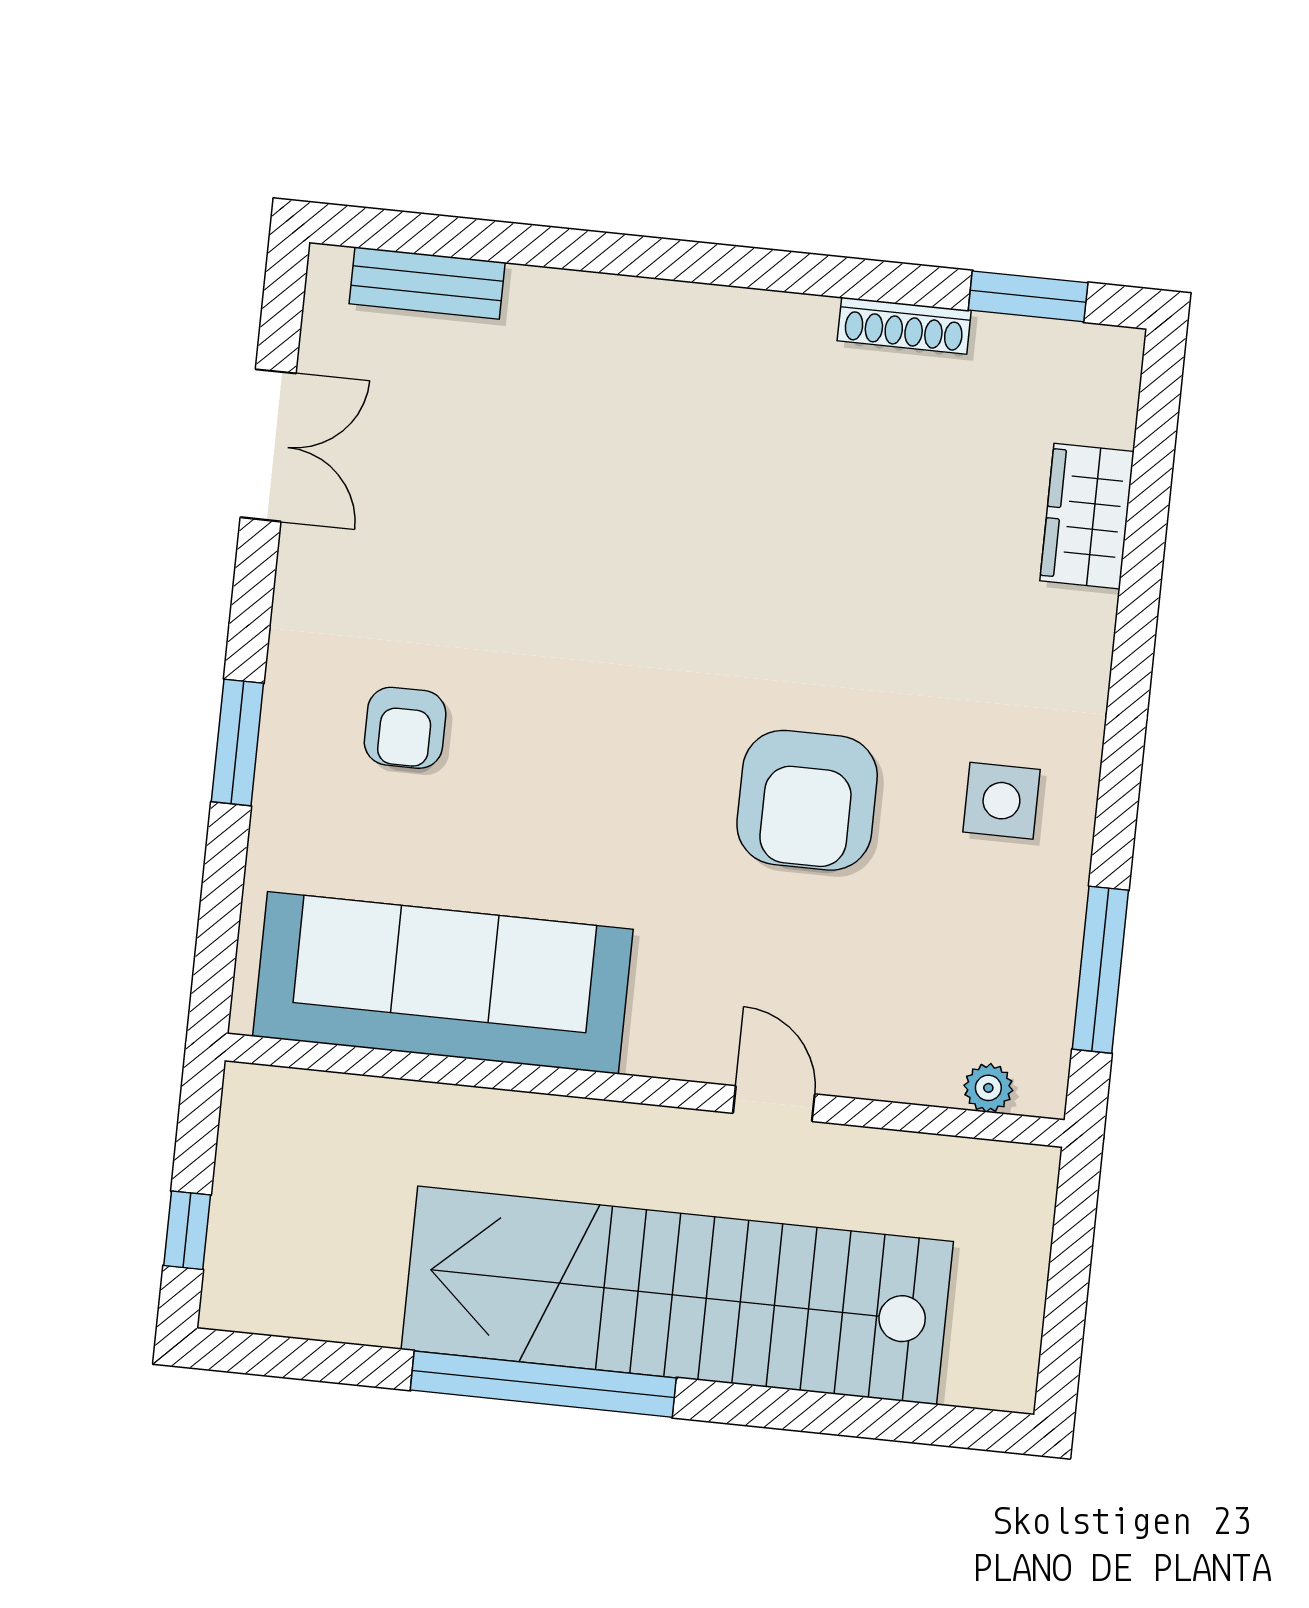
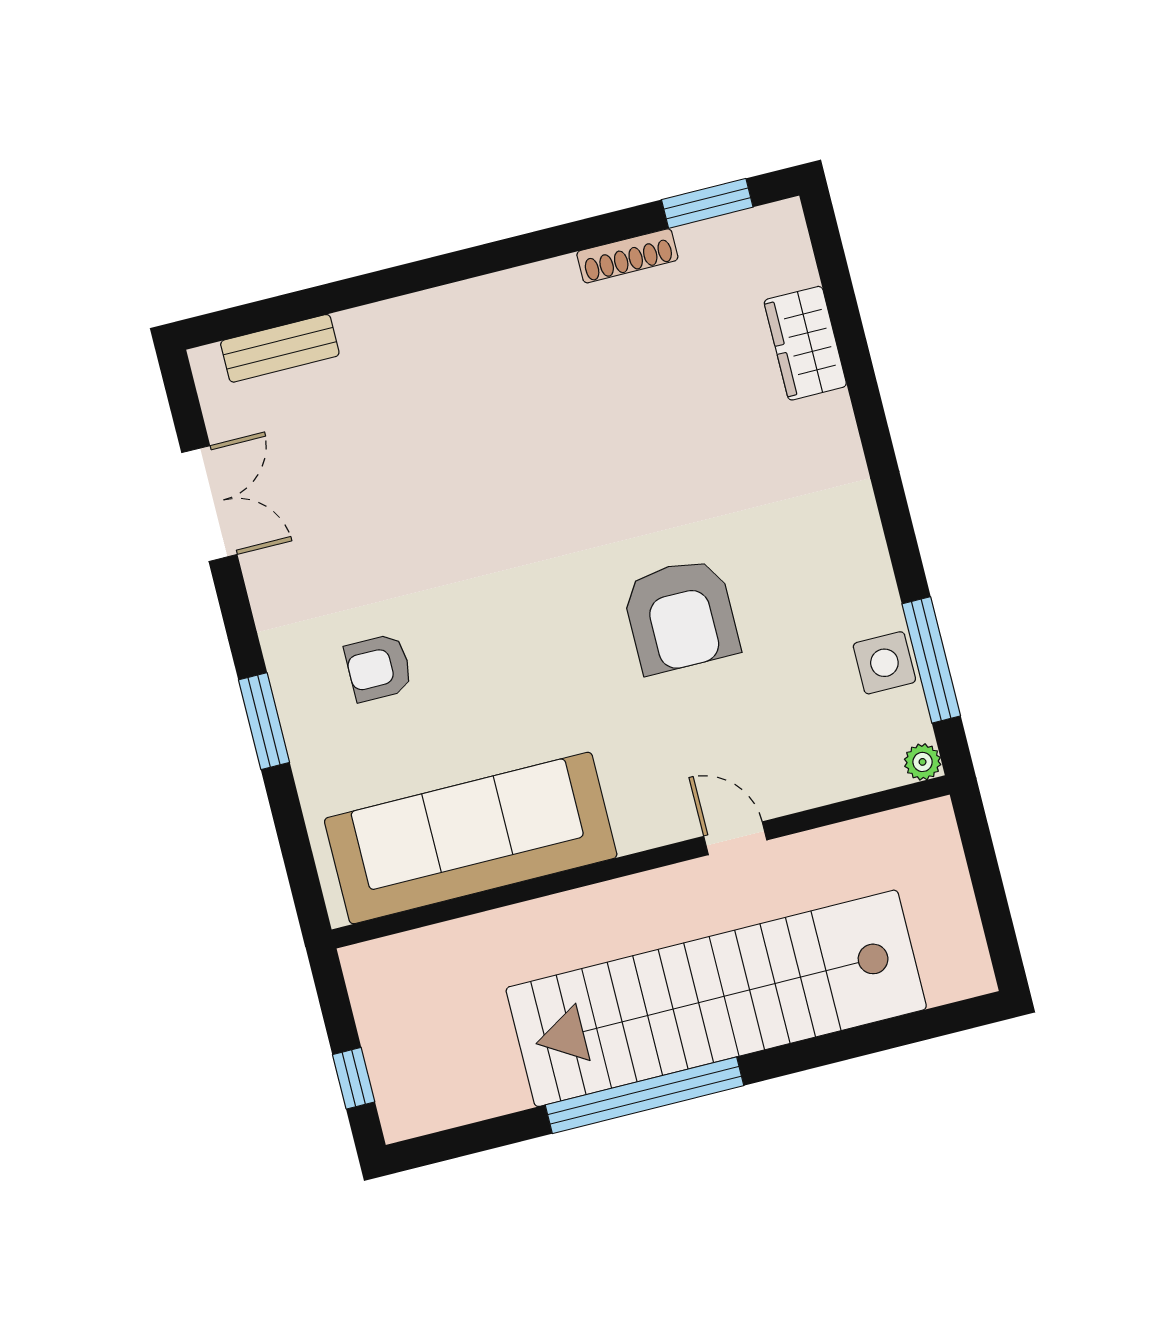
armchair: (405, 728) -> (379, 668), turned 90
side table: (1001, 801) -> (884, 663), moved
plant: (988, 1088) -> (923, 762), moved

